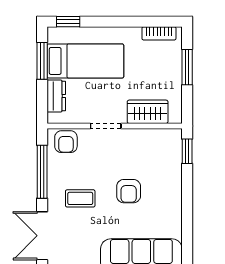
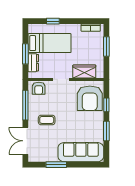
window: (68, 22) -> (53, 21), moved
window: (42, 61) -> (25, 54), moved
window: (187, 151) -> (106, 105), moved
armchair: (129, 191) -> (90, 98), moved, width x1.88, depth x1.88
window: (187, 218) -> (106, 131), added

